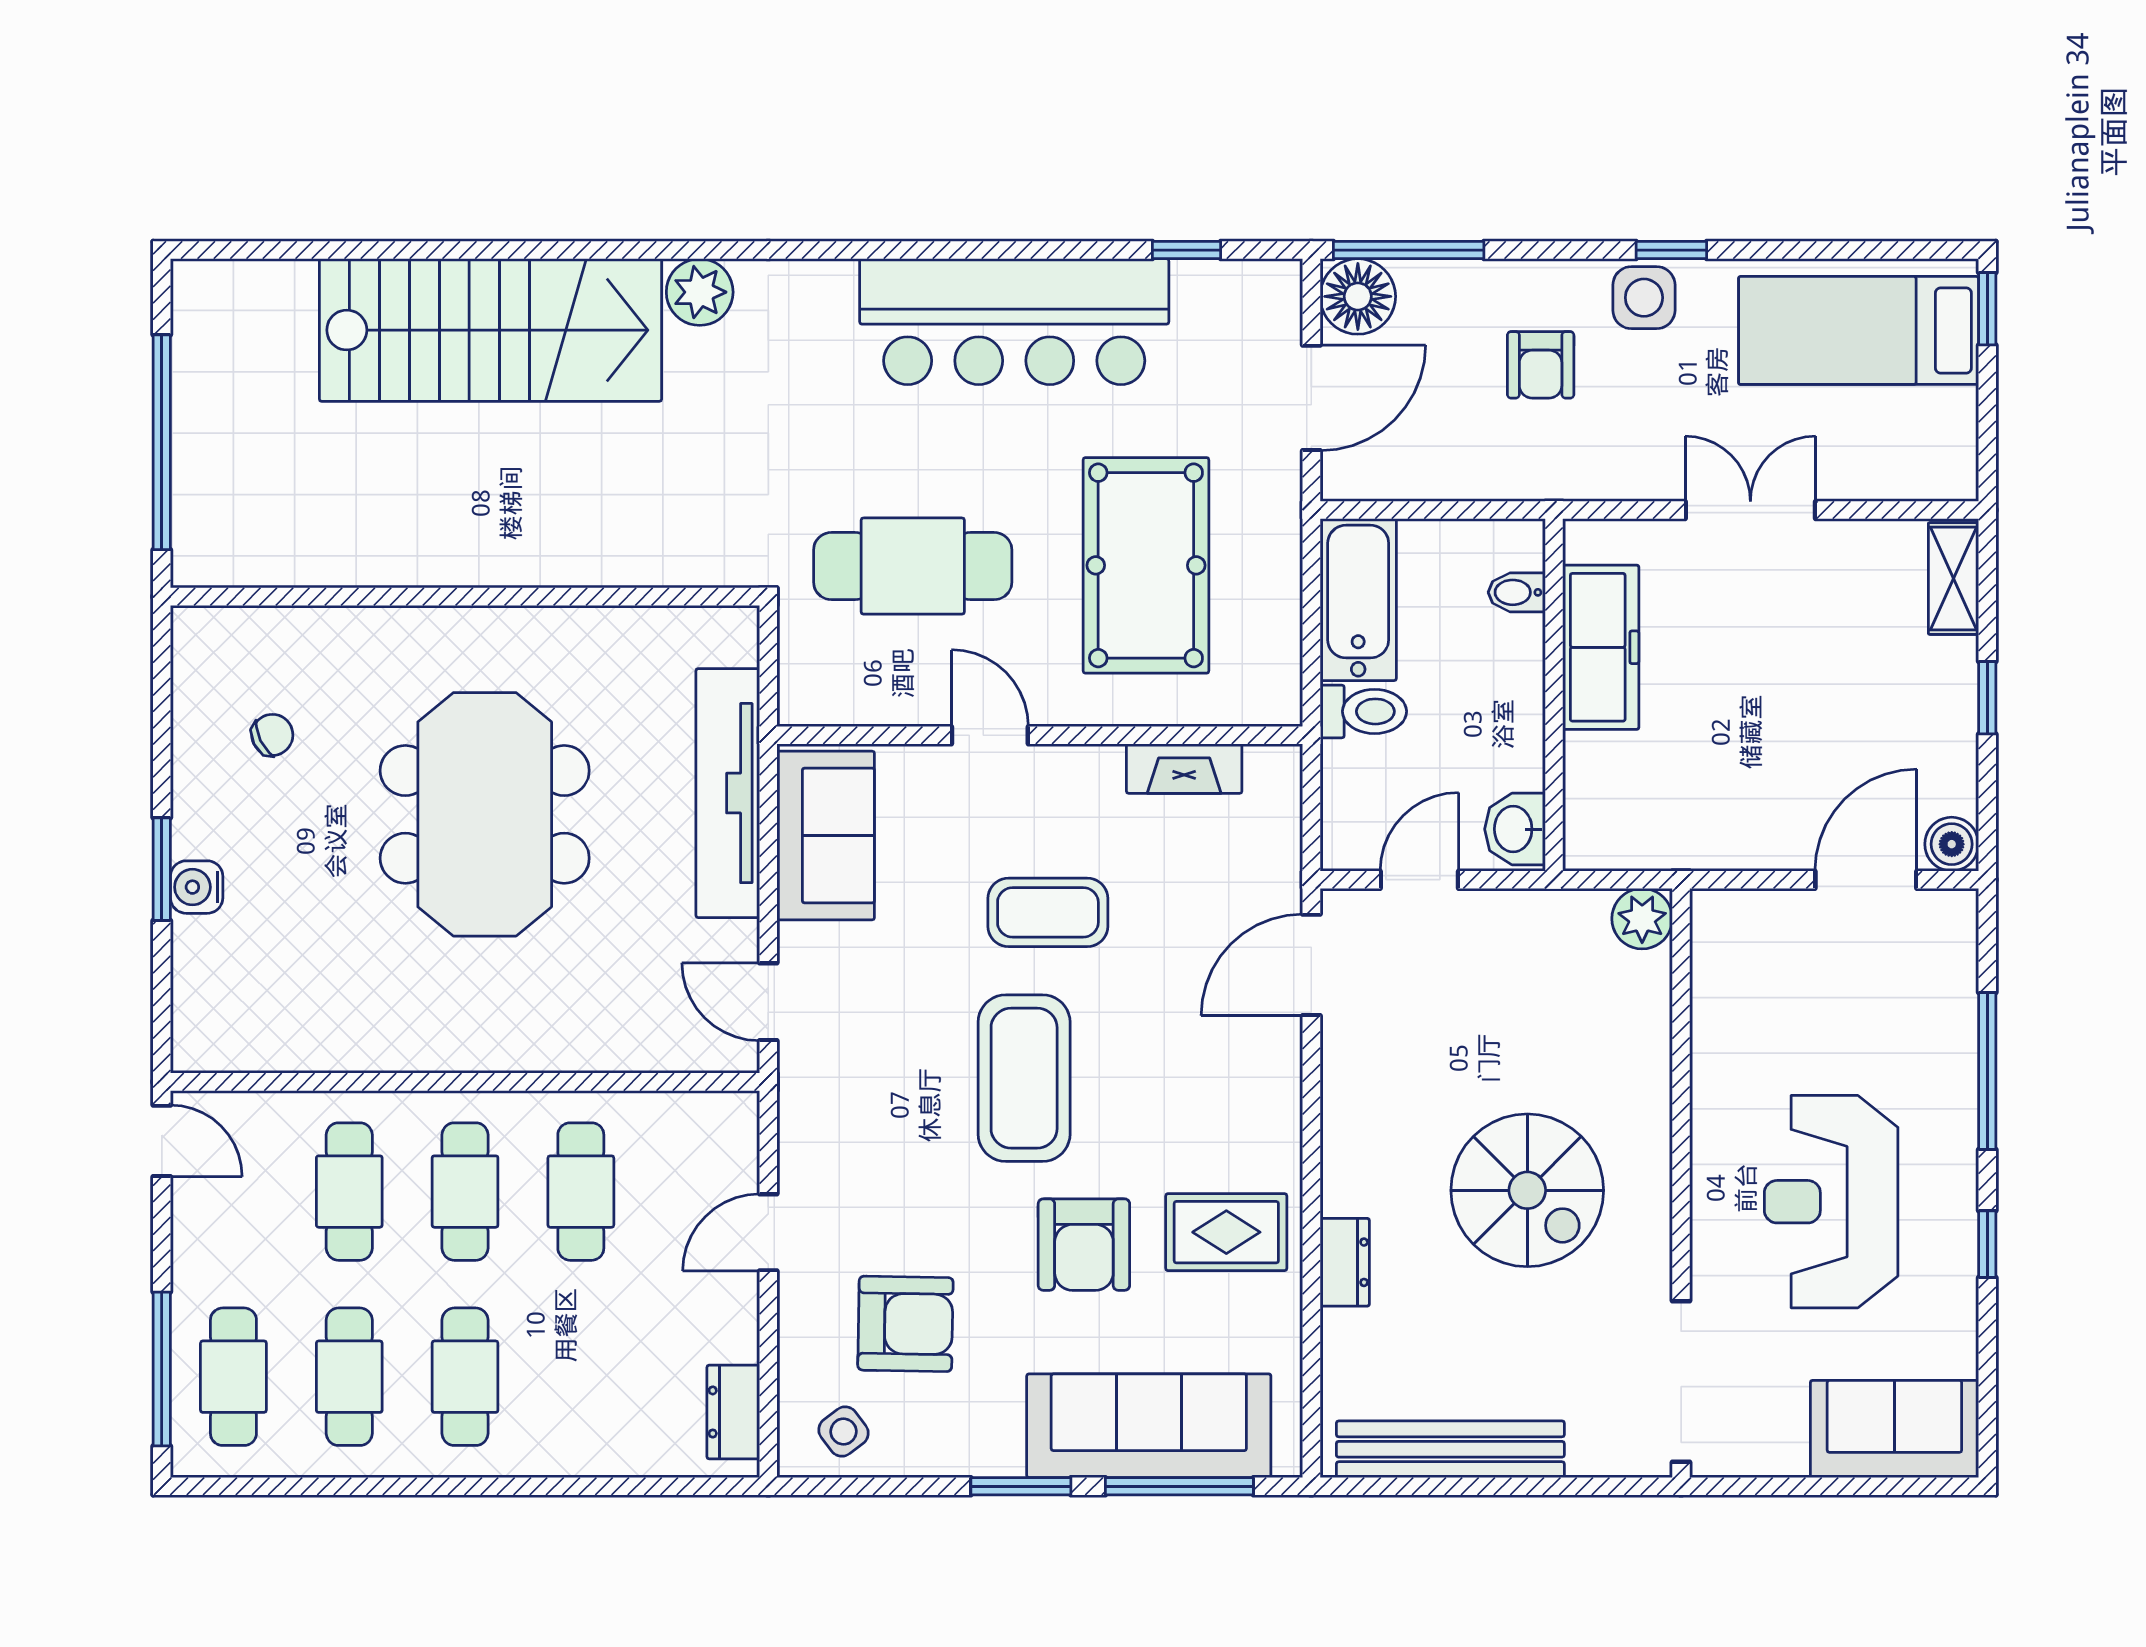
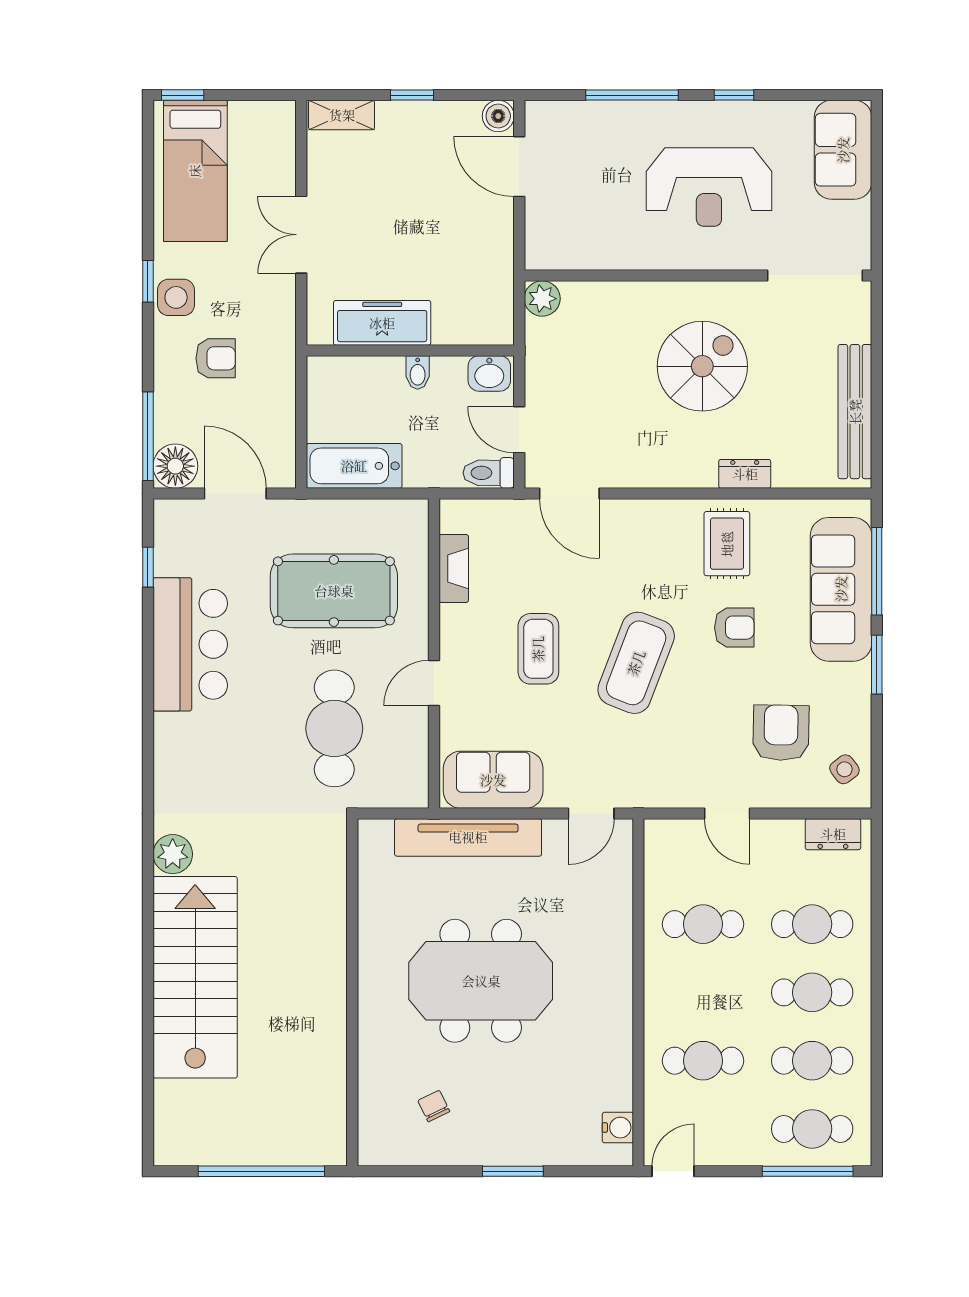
bar counter: (1014, 322) -> (190, 644), width x0.73
bidet: (1517, 592) -> (418, 372), moved
toilet: (1363, 711) -> (489, 473), moved, turned -90
water cooler: (197, 887) -> (618, 1128), moved, turned -90
coffee table: (1024, 1078) -> (636, 663), turned -69
cafe table: (465, 1192) -> (812, 924), moved
armchair: (1084, 1245) -> (734, 628), width x0.72, depth x0.72

